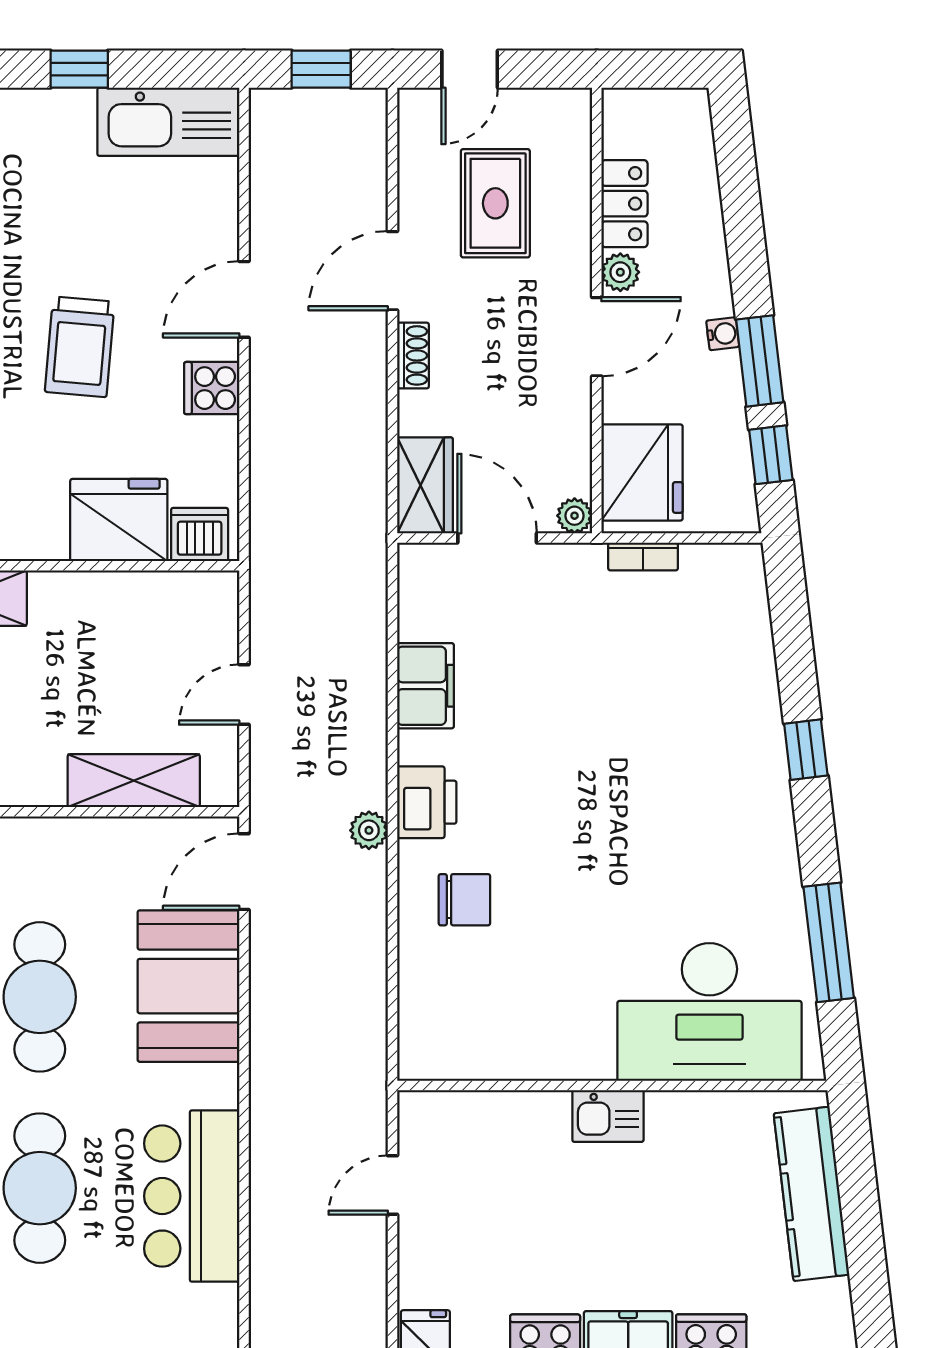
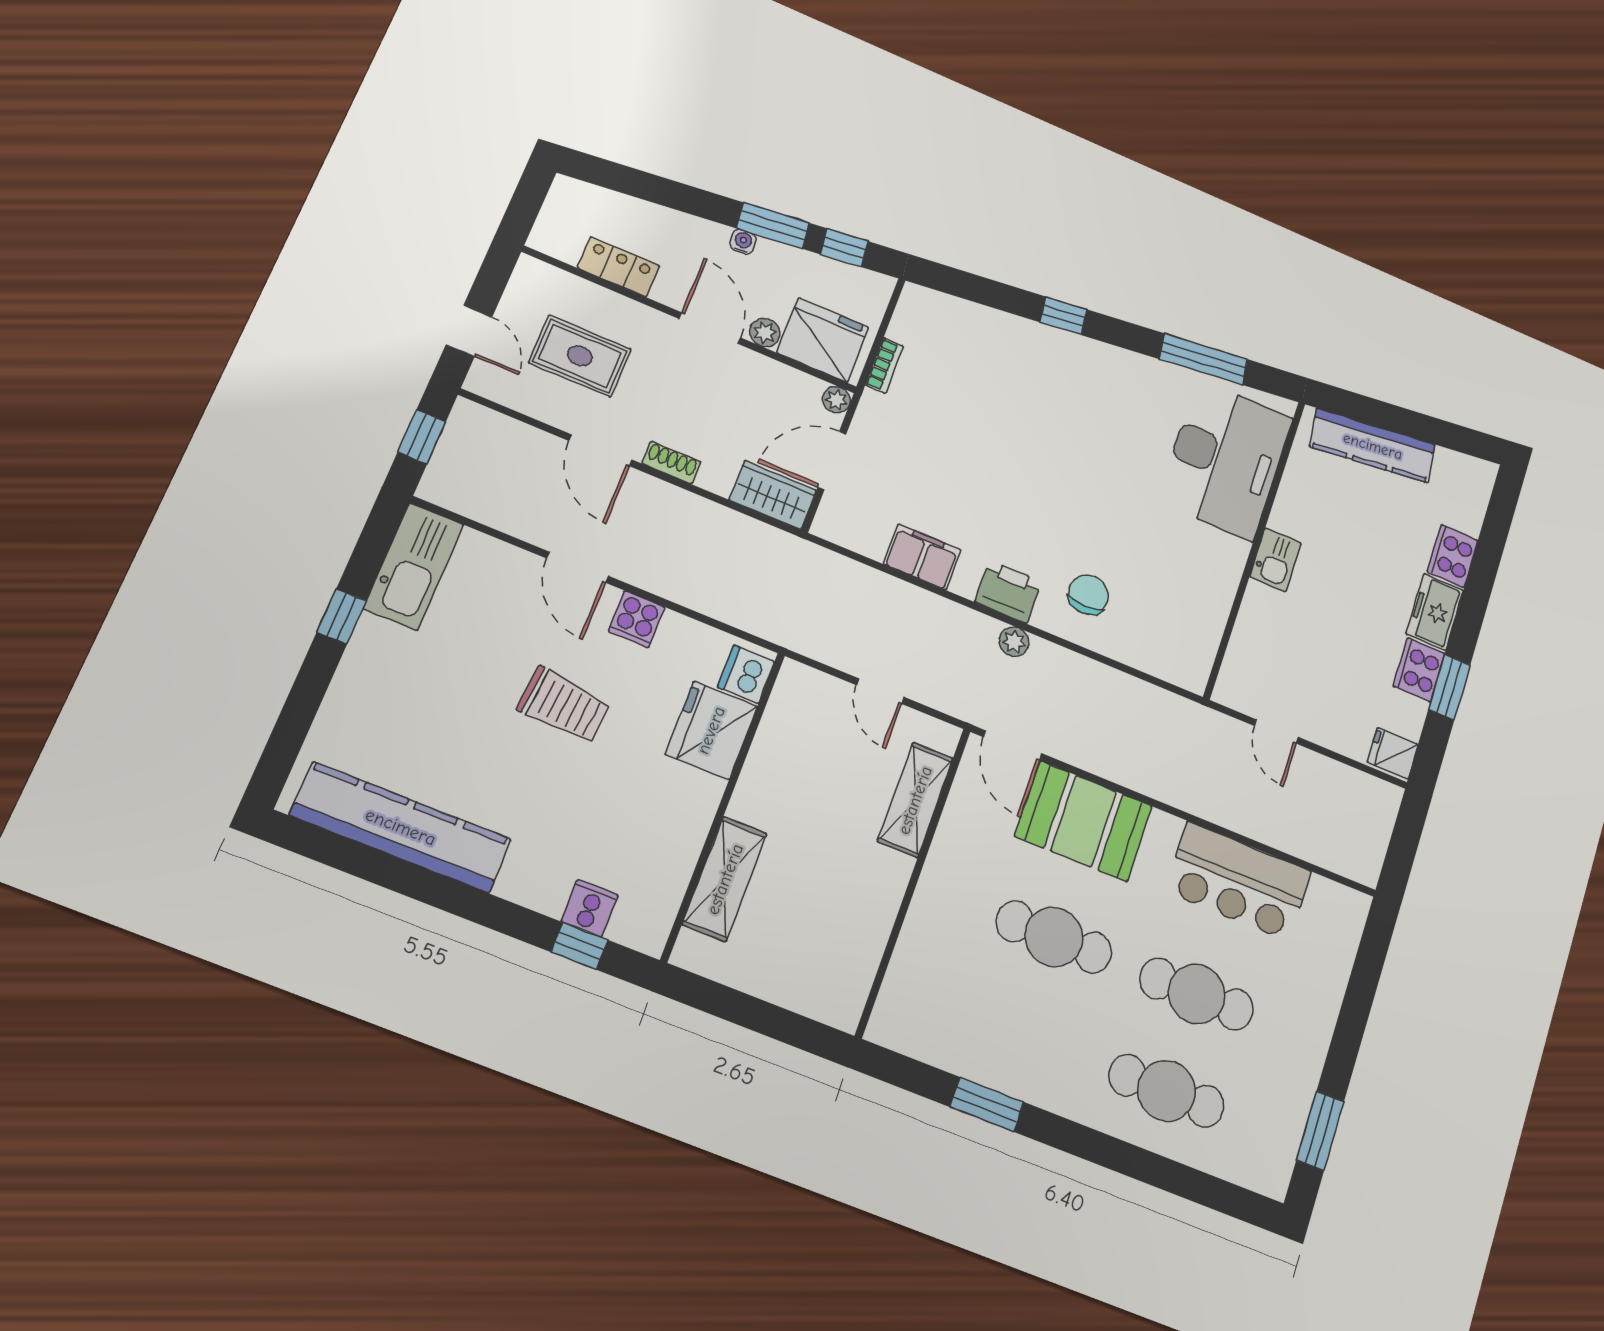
plant: (620, 272) -> (765, 333), moved

